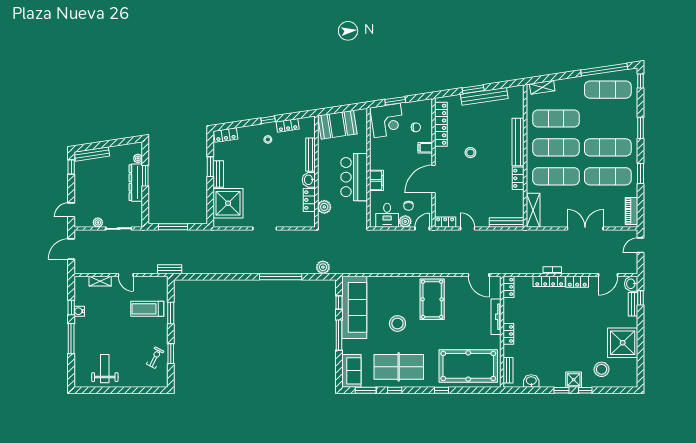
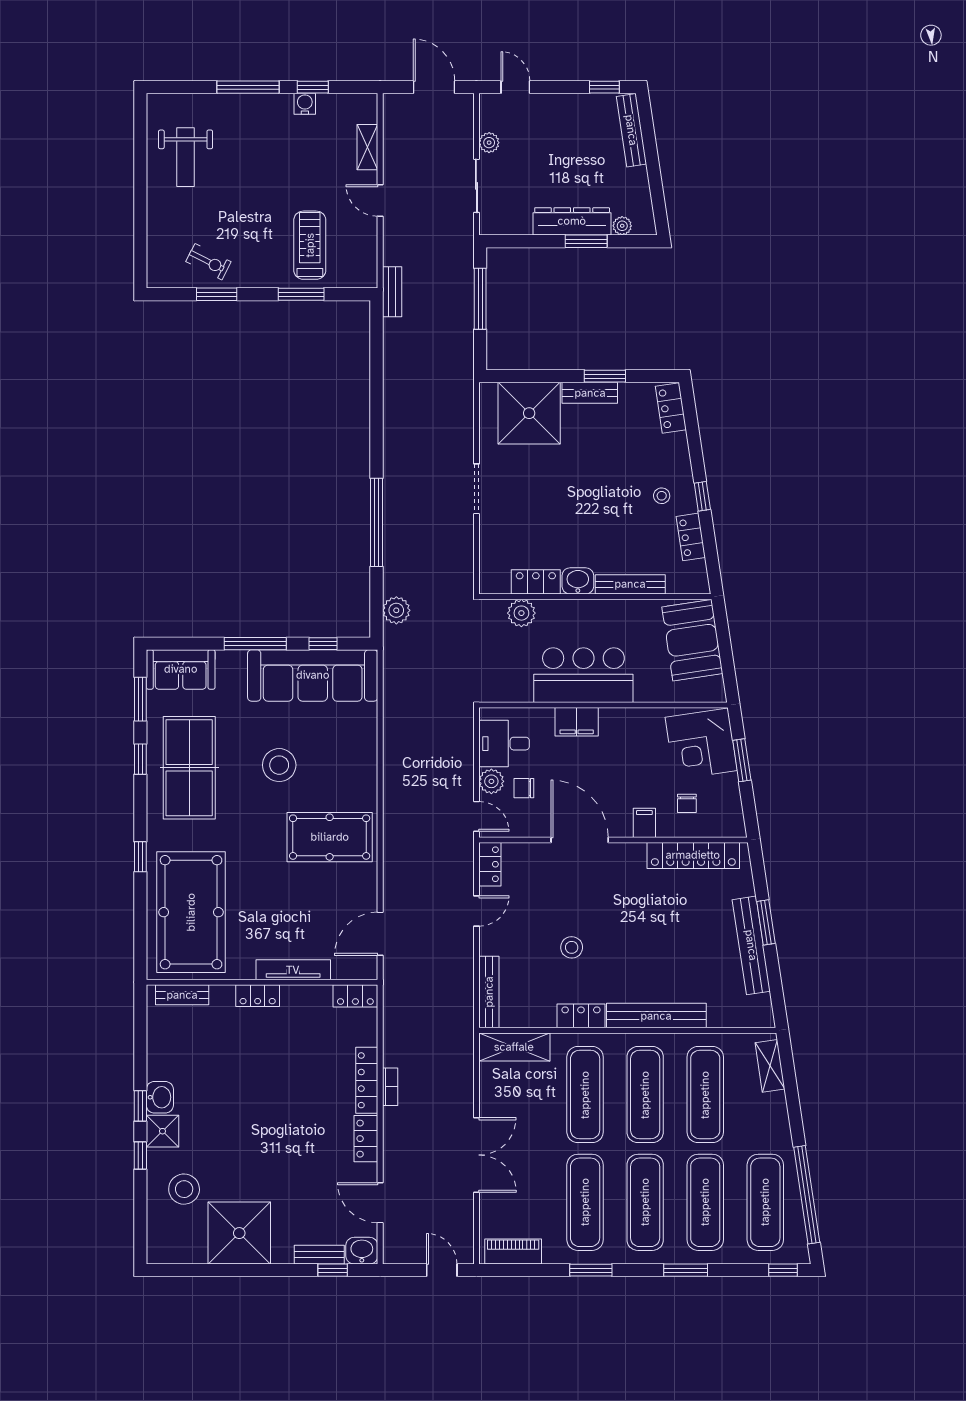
exercise mat: (608, 118) -> (705, 1202), added
stool: (470, 153) -> (572, 947), moved
door: (126, 275) -> (380, 200), hinge flipped
weight bench: (105, 369) -> (186, 157), turned 90
washbasin: (531, 381) -> (160, 1097), moved

